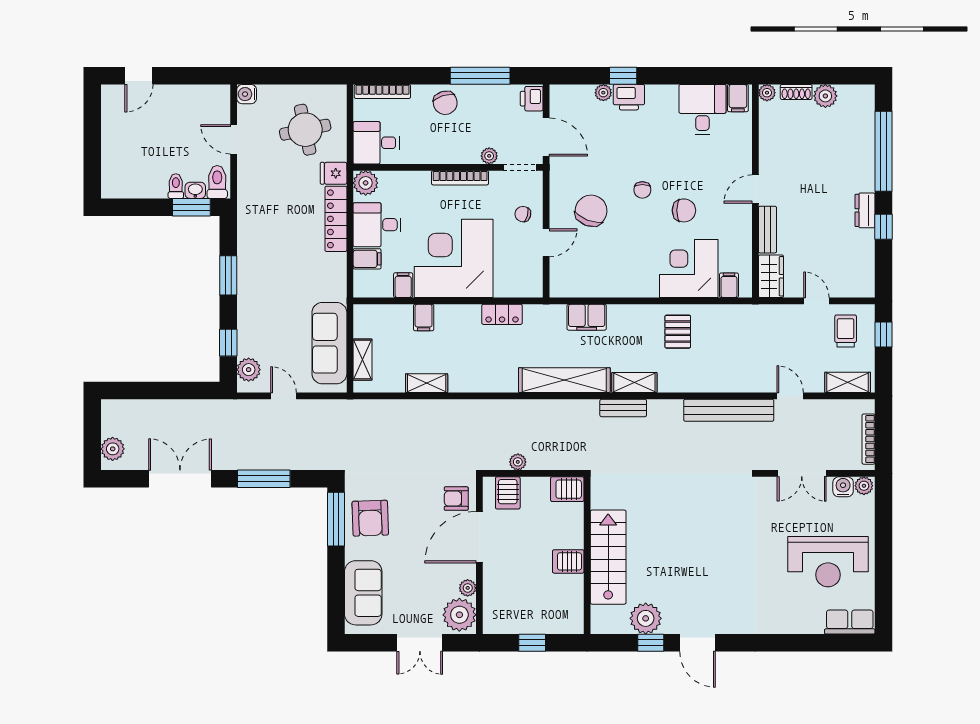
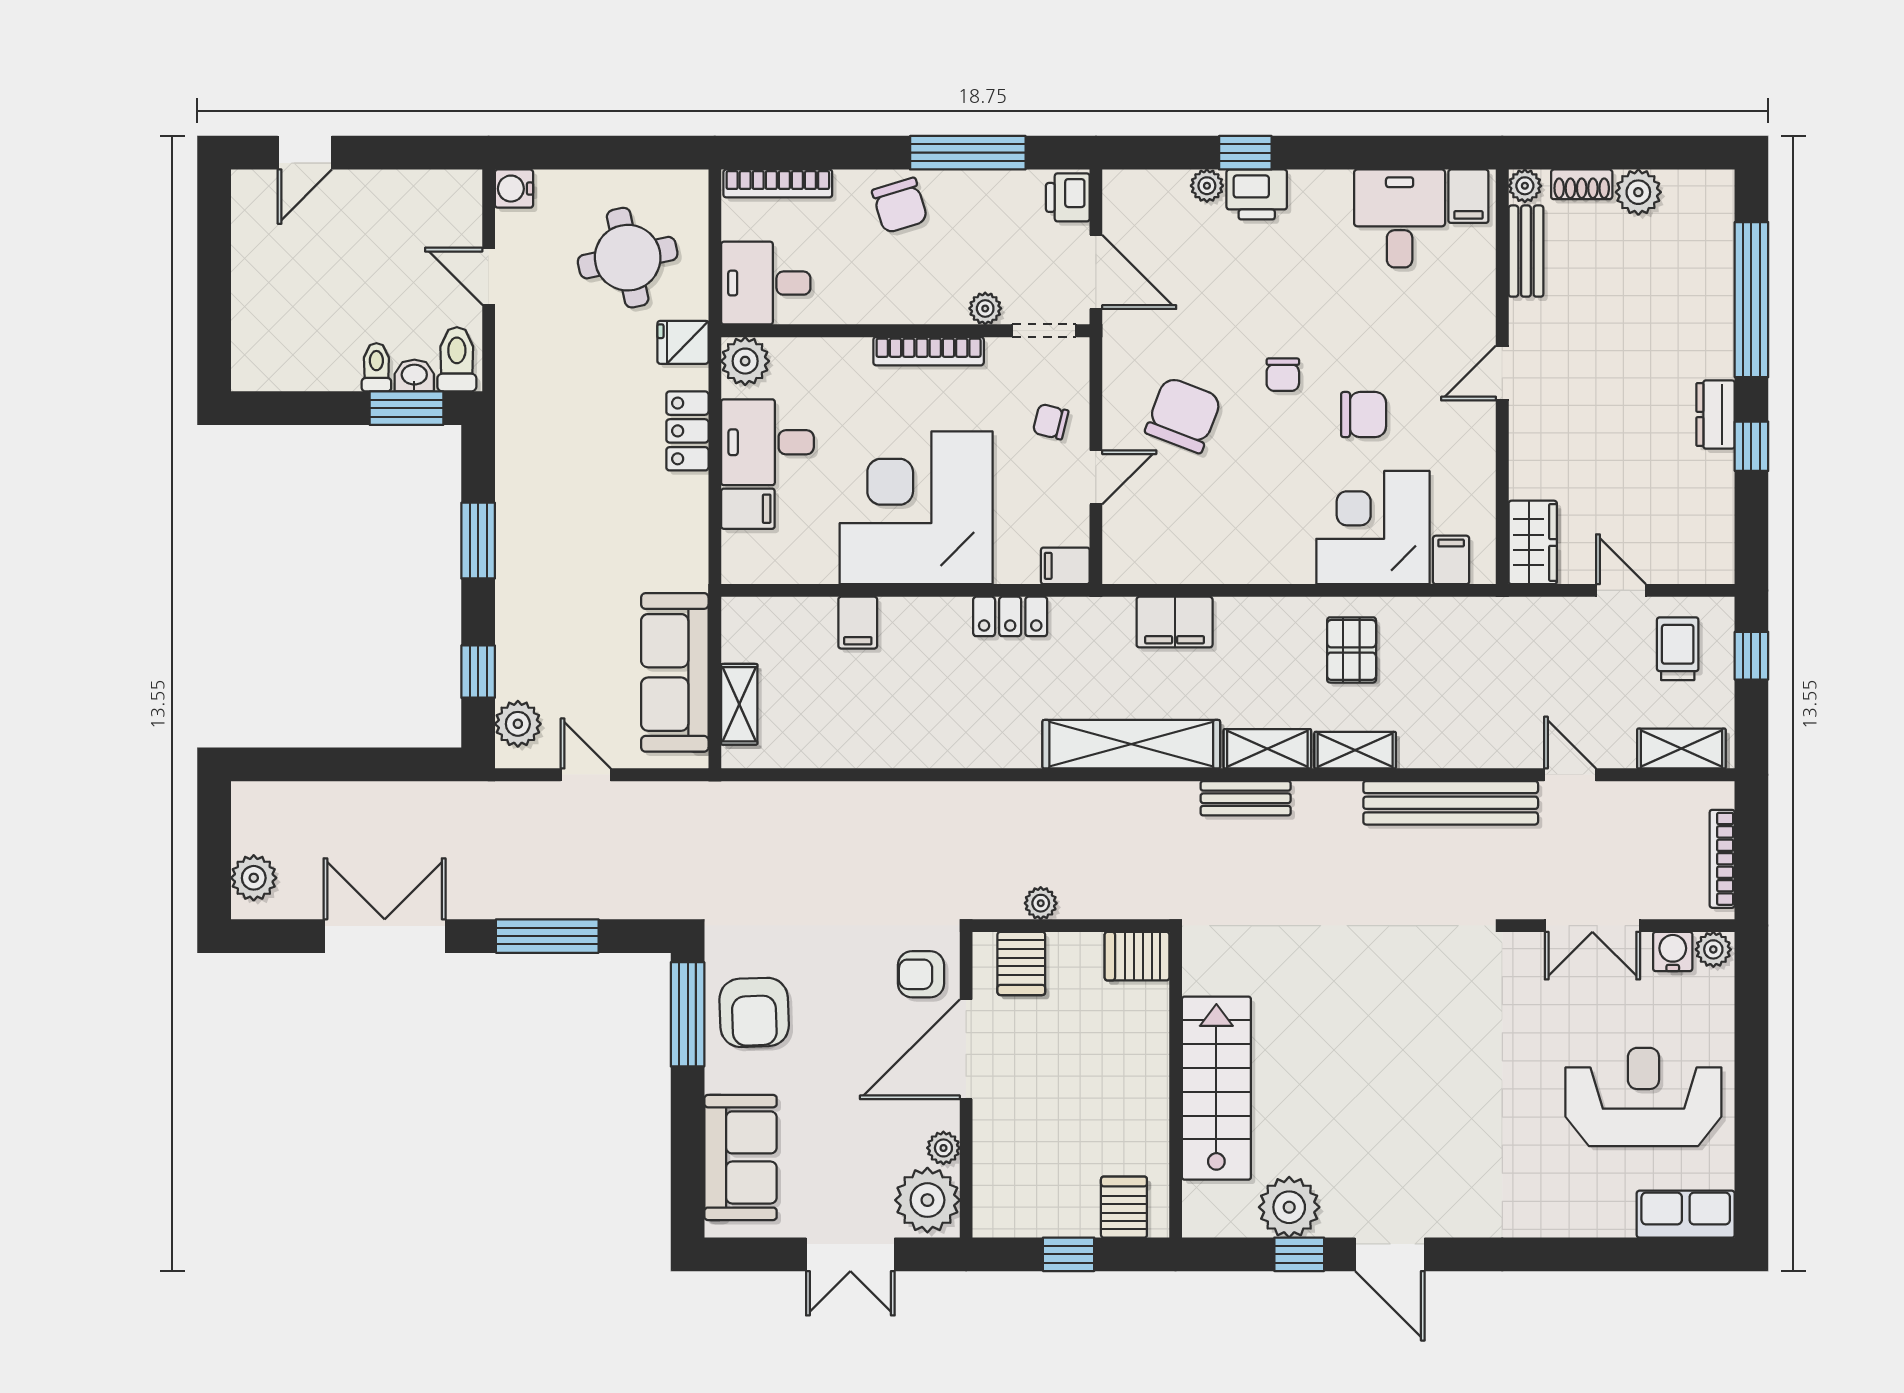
locker: (336, 219) -> (687, 431), width x0.66
bench: (768, 230) -> (1526, 251), moved
filing cabinet: (403, 285) -> (1065, 566), moved, turned -90
shelving: (427, 383) -> (1355, 750), moved
server rack: (568, 561) -> (1124, 1207), moved, turned 90
reception desk: (828, 562) -> (1643, 1097), turned 180

